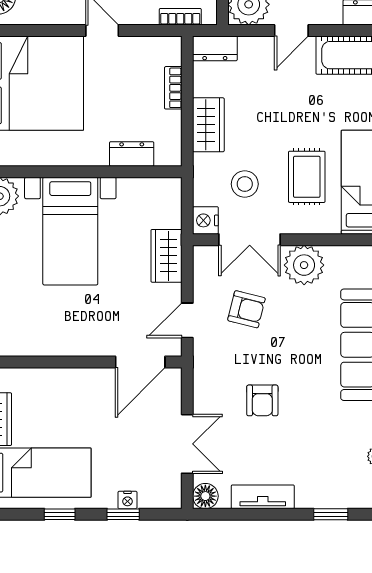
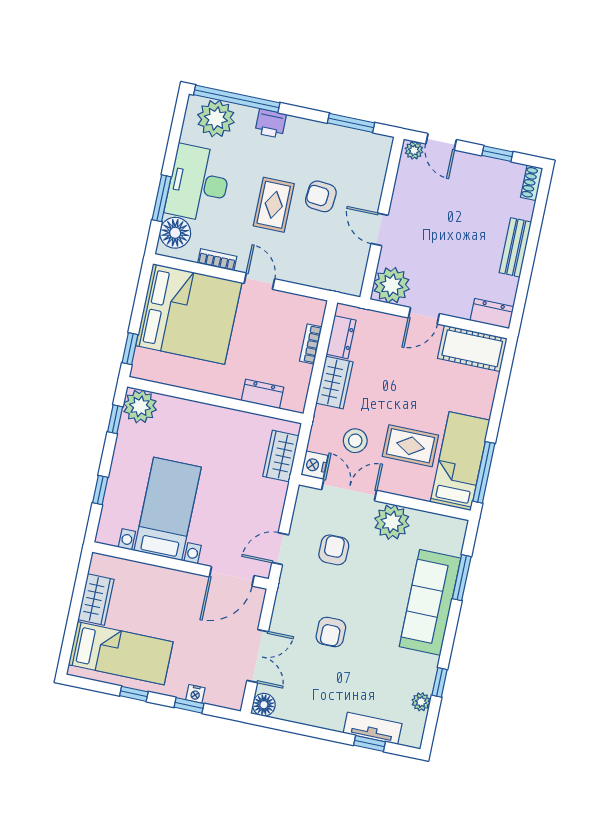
bookcase: (180, 17) -> (217, 260), moved
dresser: (215, 48) -> (341, 337), moved, turned -90
rug: (307, 177) -> (410, 446), turned 90
bed with nightstands: (70, 231) -> (168, 509), moved, turned 180
double door: (250, 240) -> (349, 490), swing flipped
wardrobe: (166, 256) -> (281, 456), moved
armchair: (246, 309) -> (334, 550), turned -104
tv unit: (263, 497) -> (373, 728), moved

